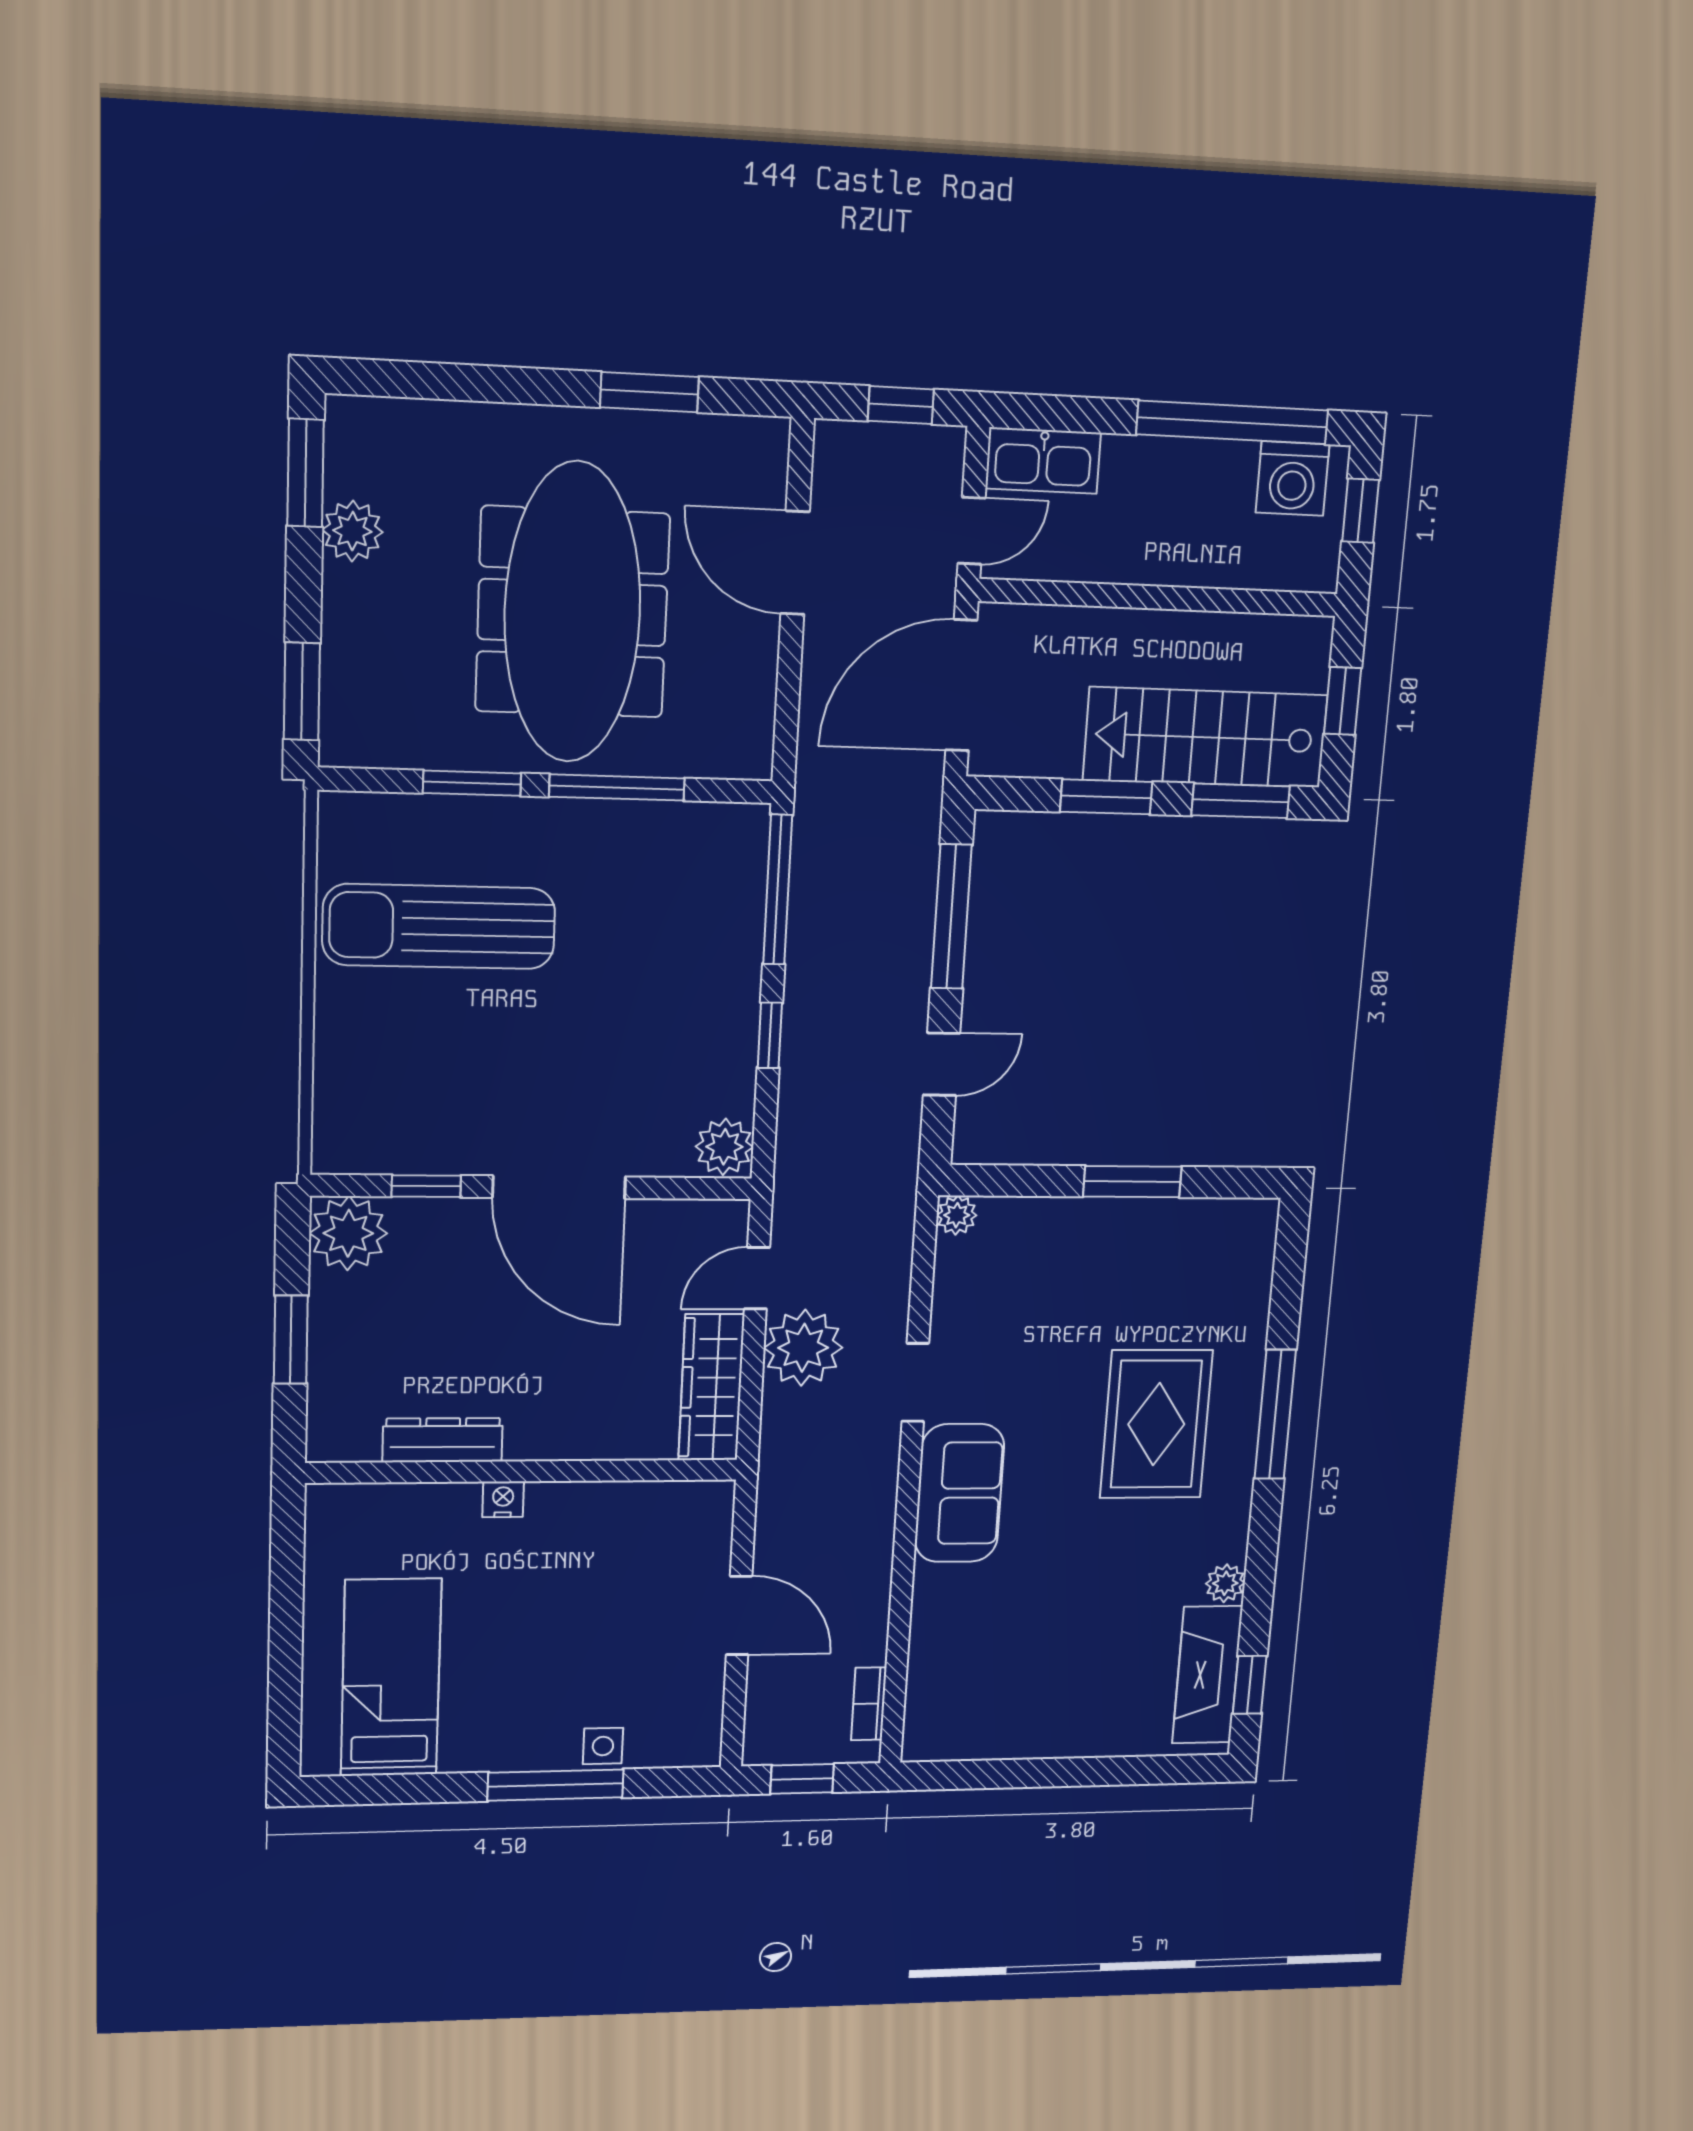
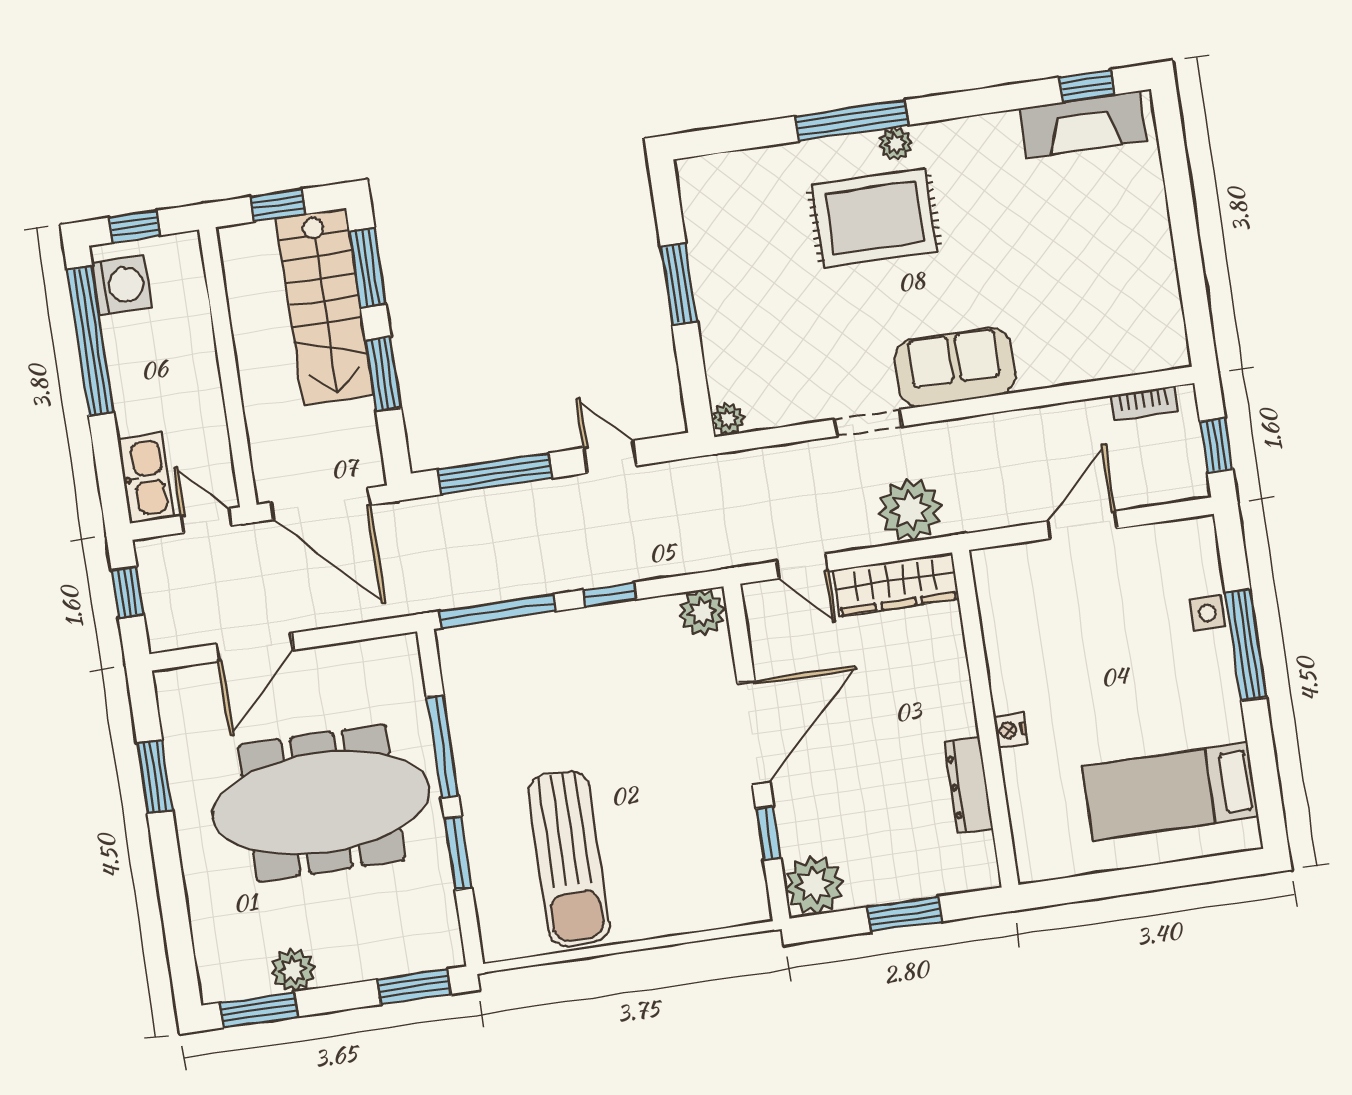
plant: (803, 1348) -> (910, 510), moved
plant: (1225, 1583) -> (896, 144), moved

